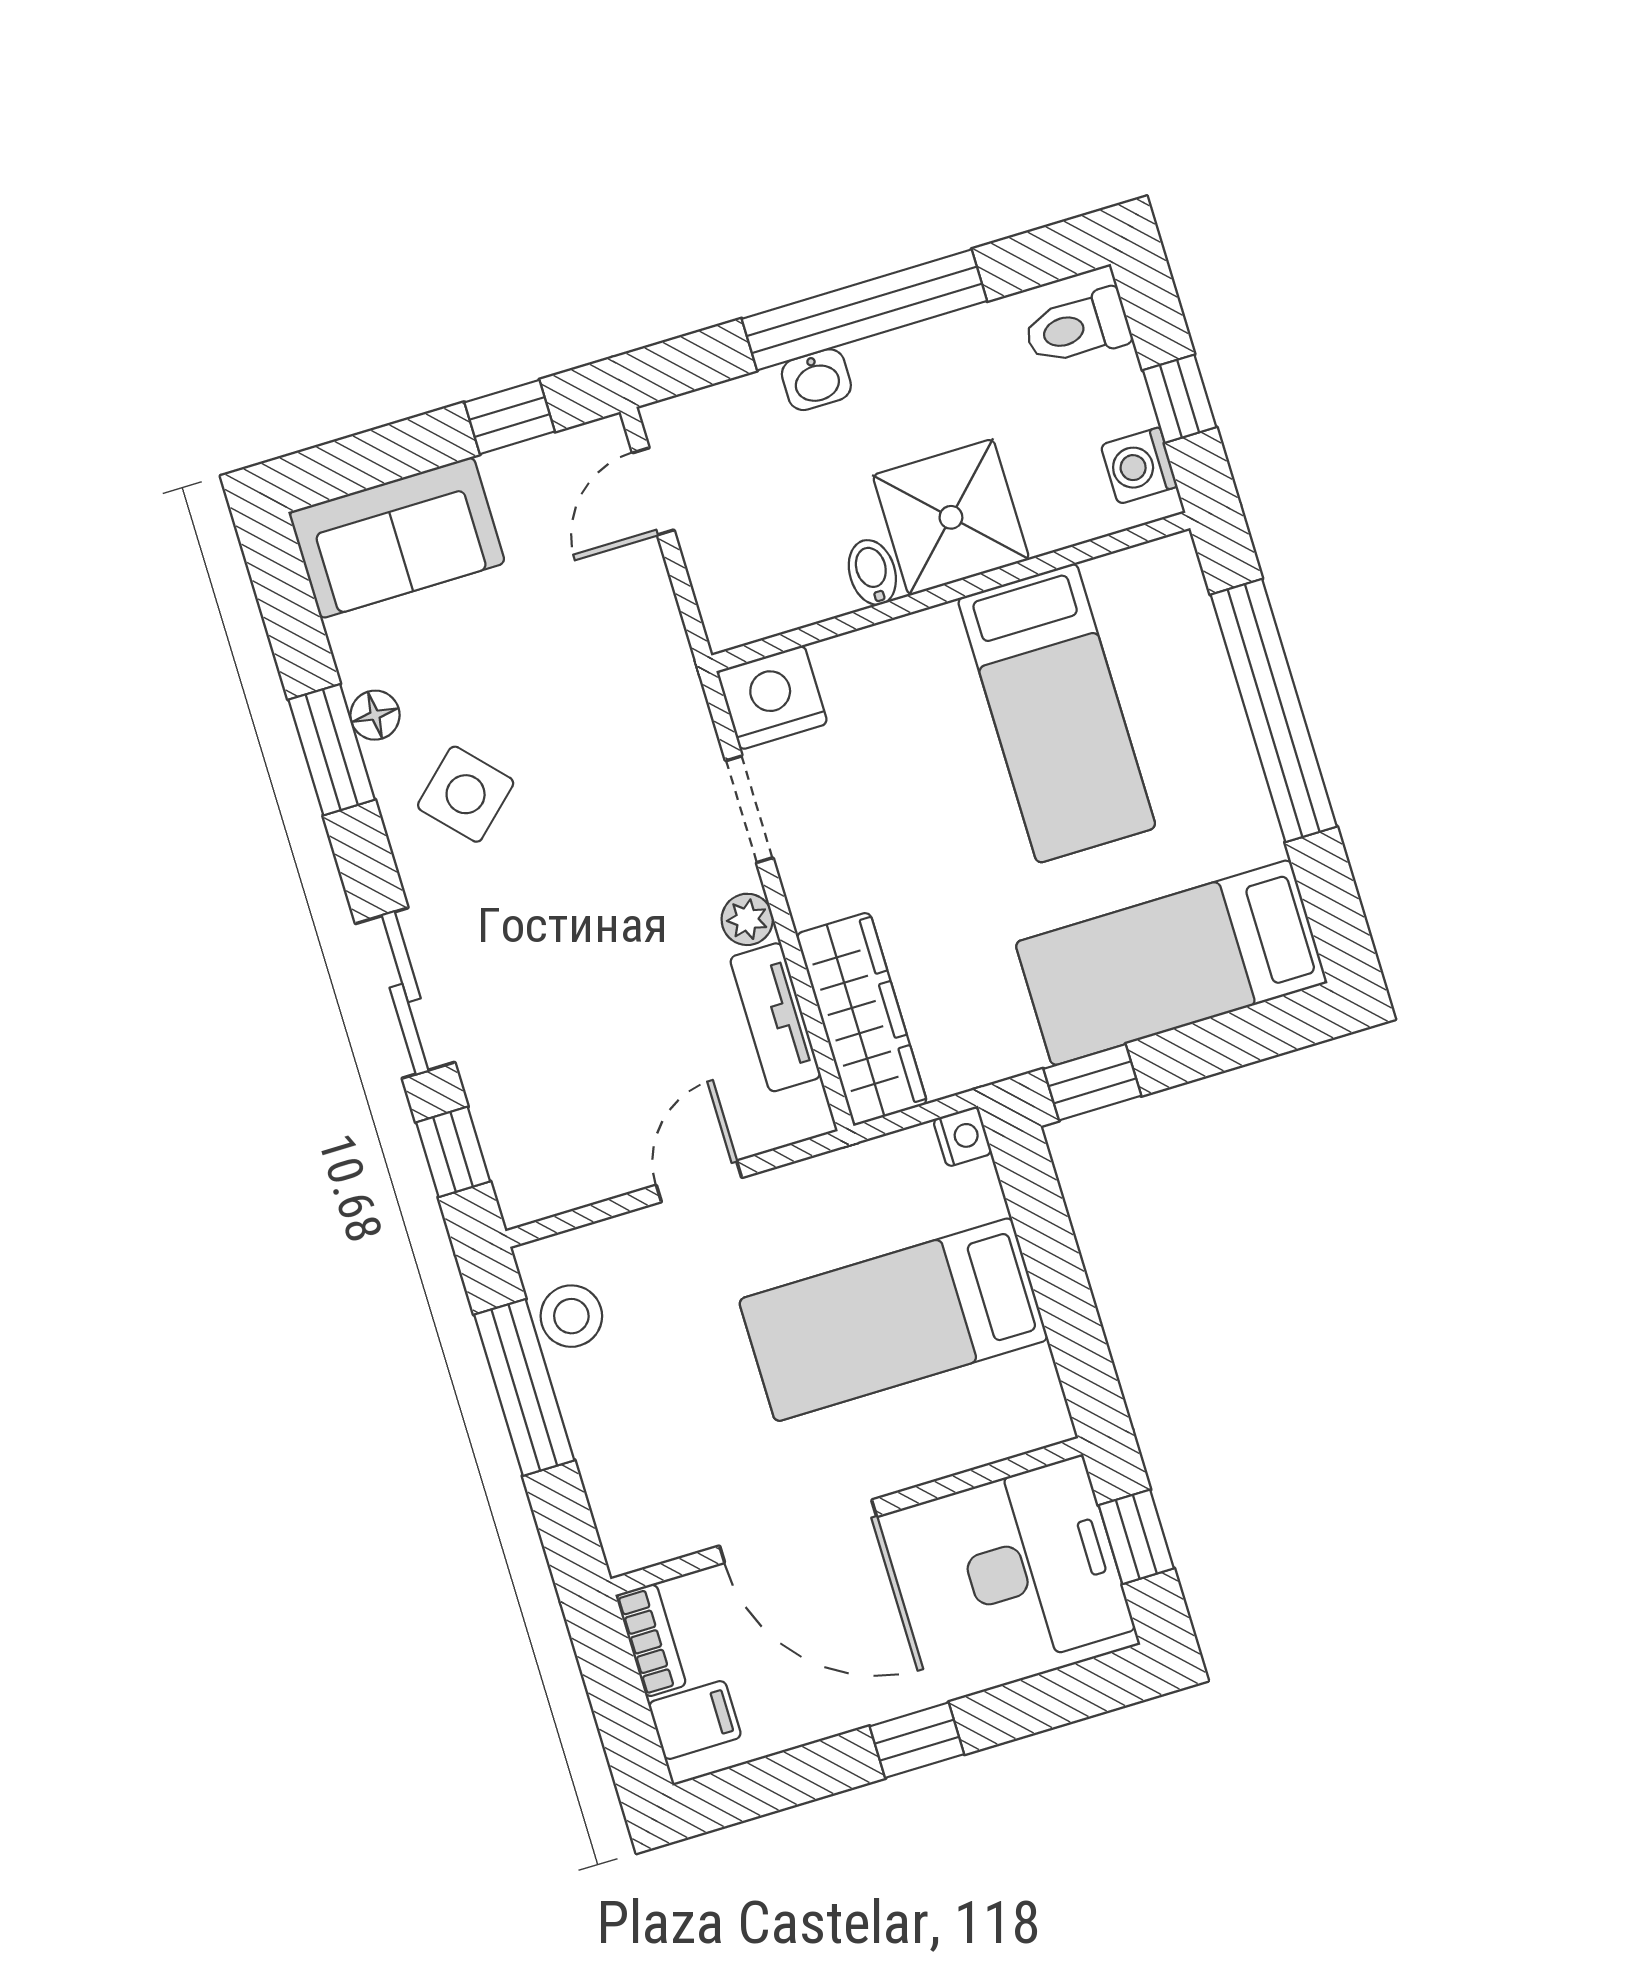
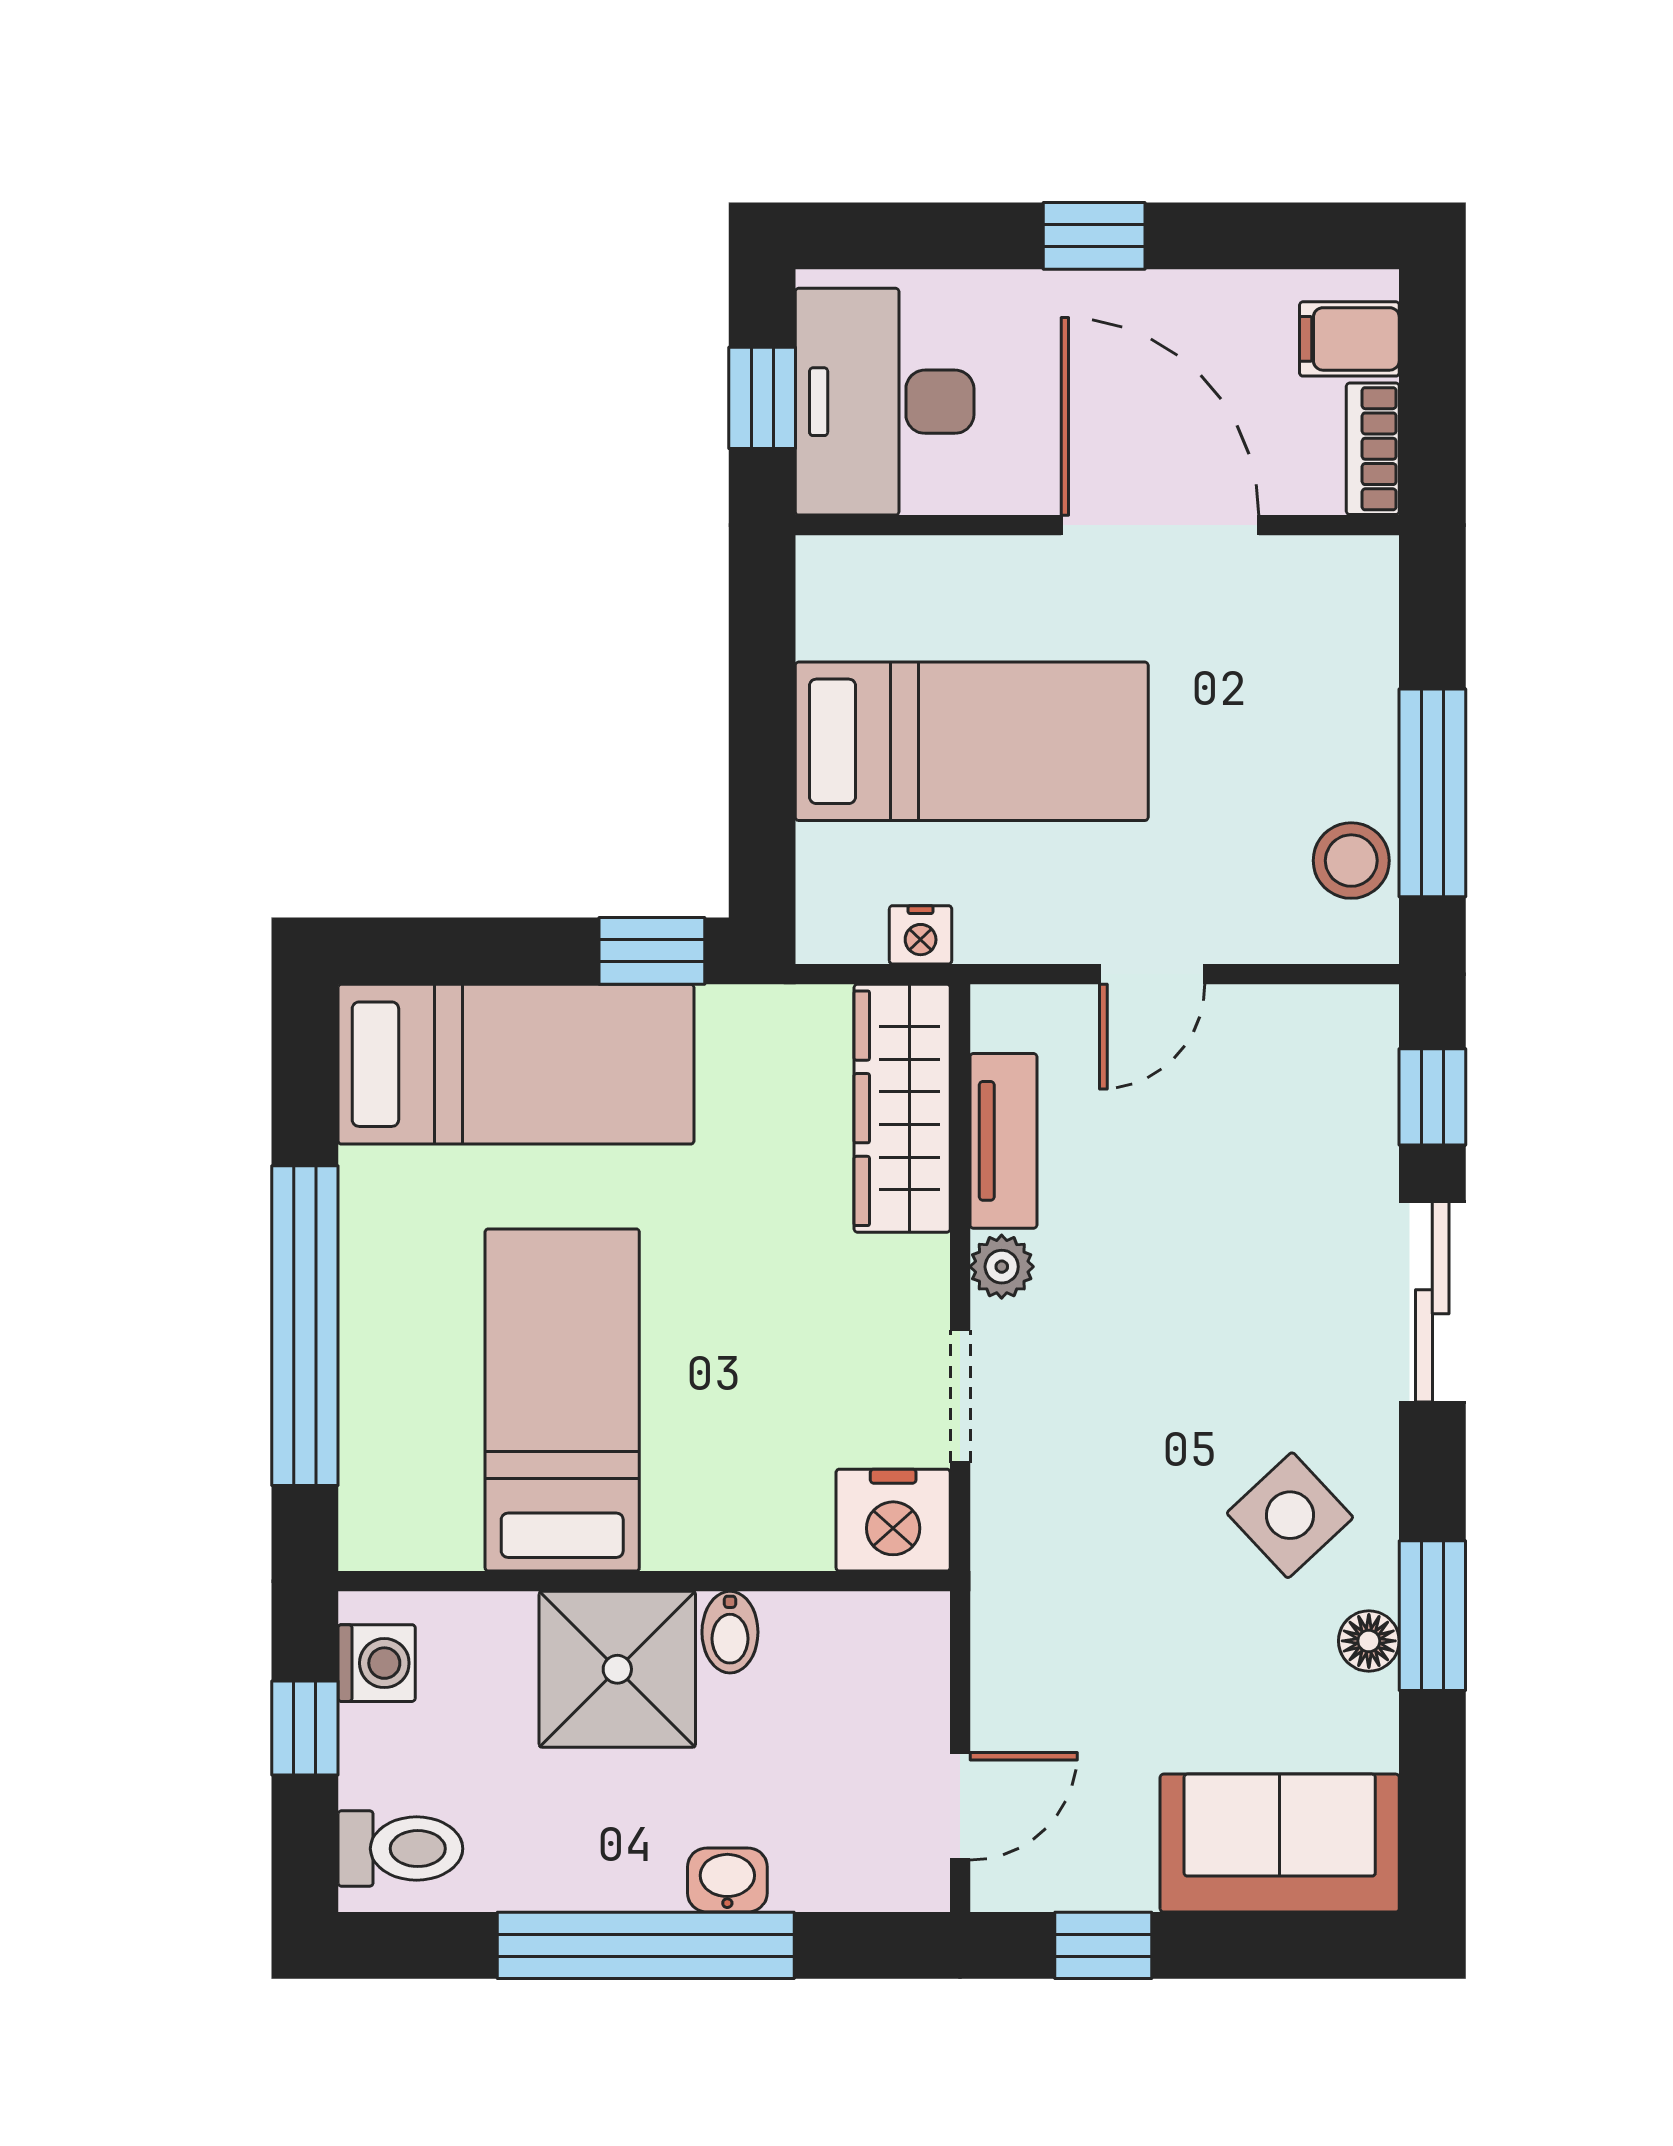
nightstand: (962, 1137) -> (921, 935), moved, turned -90

